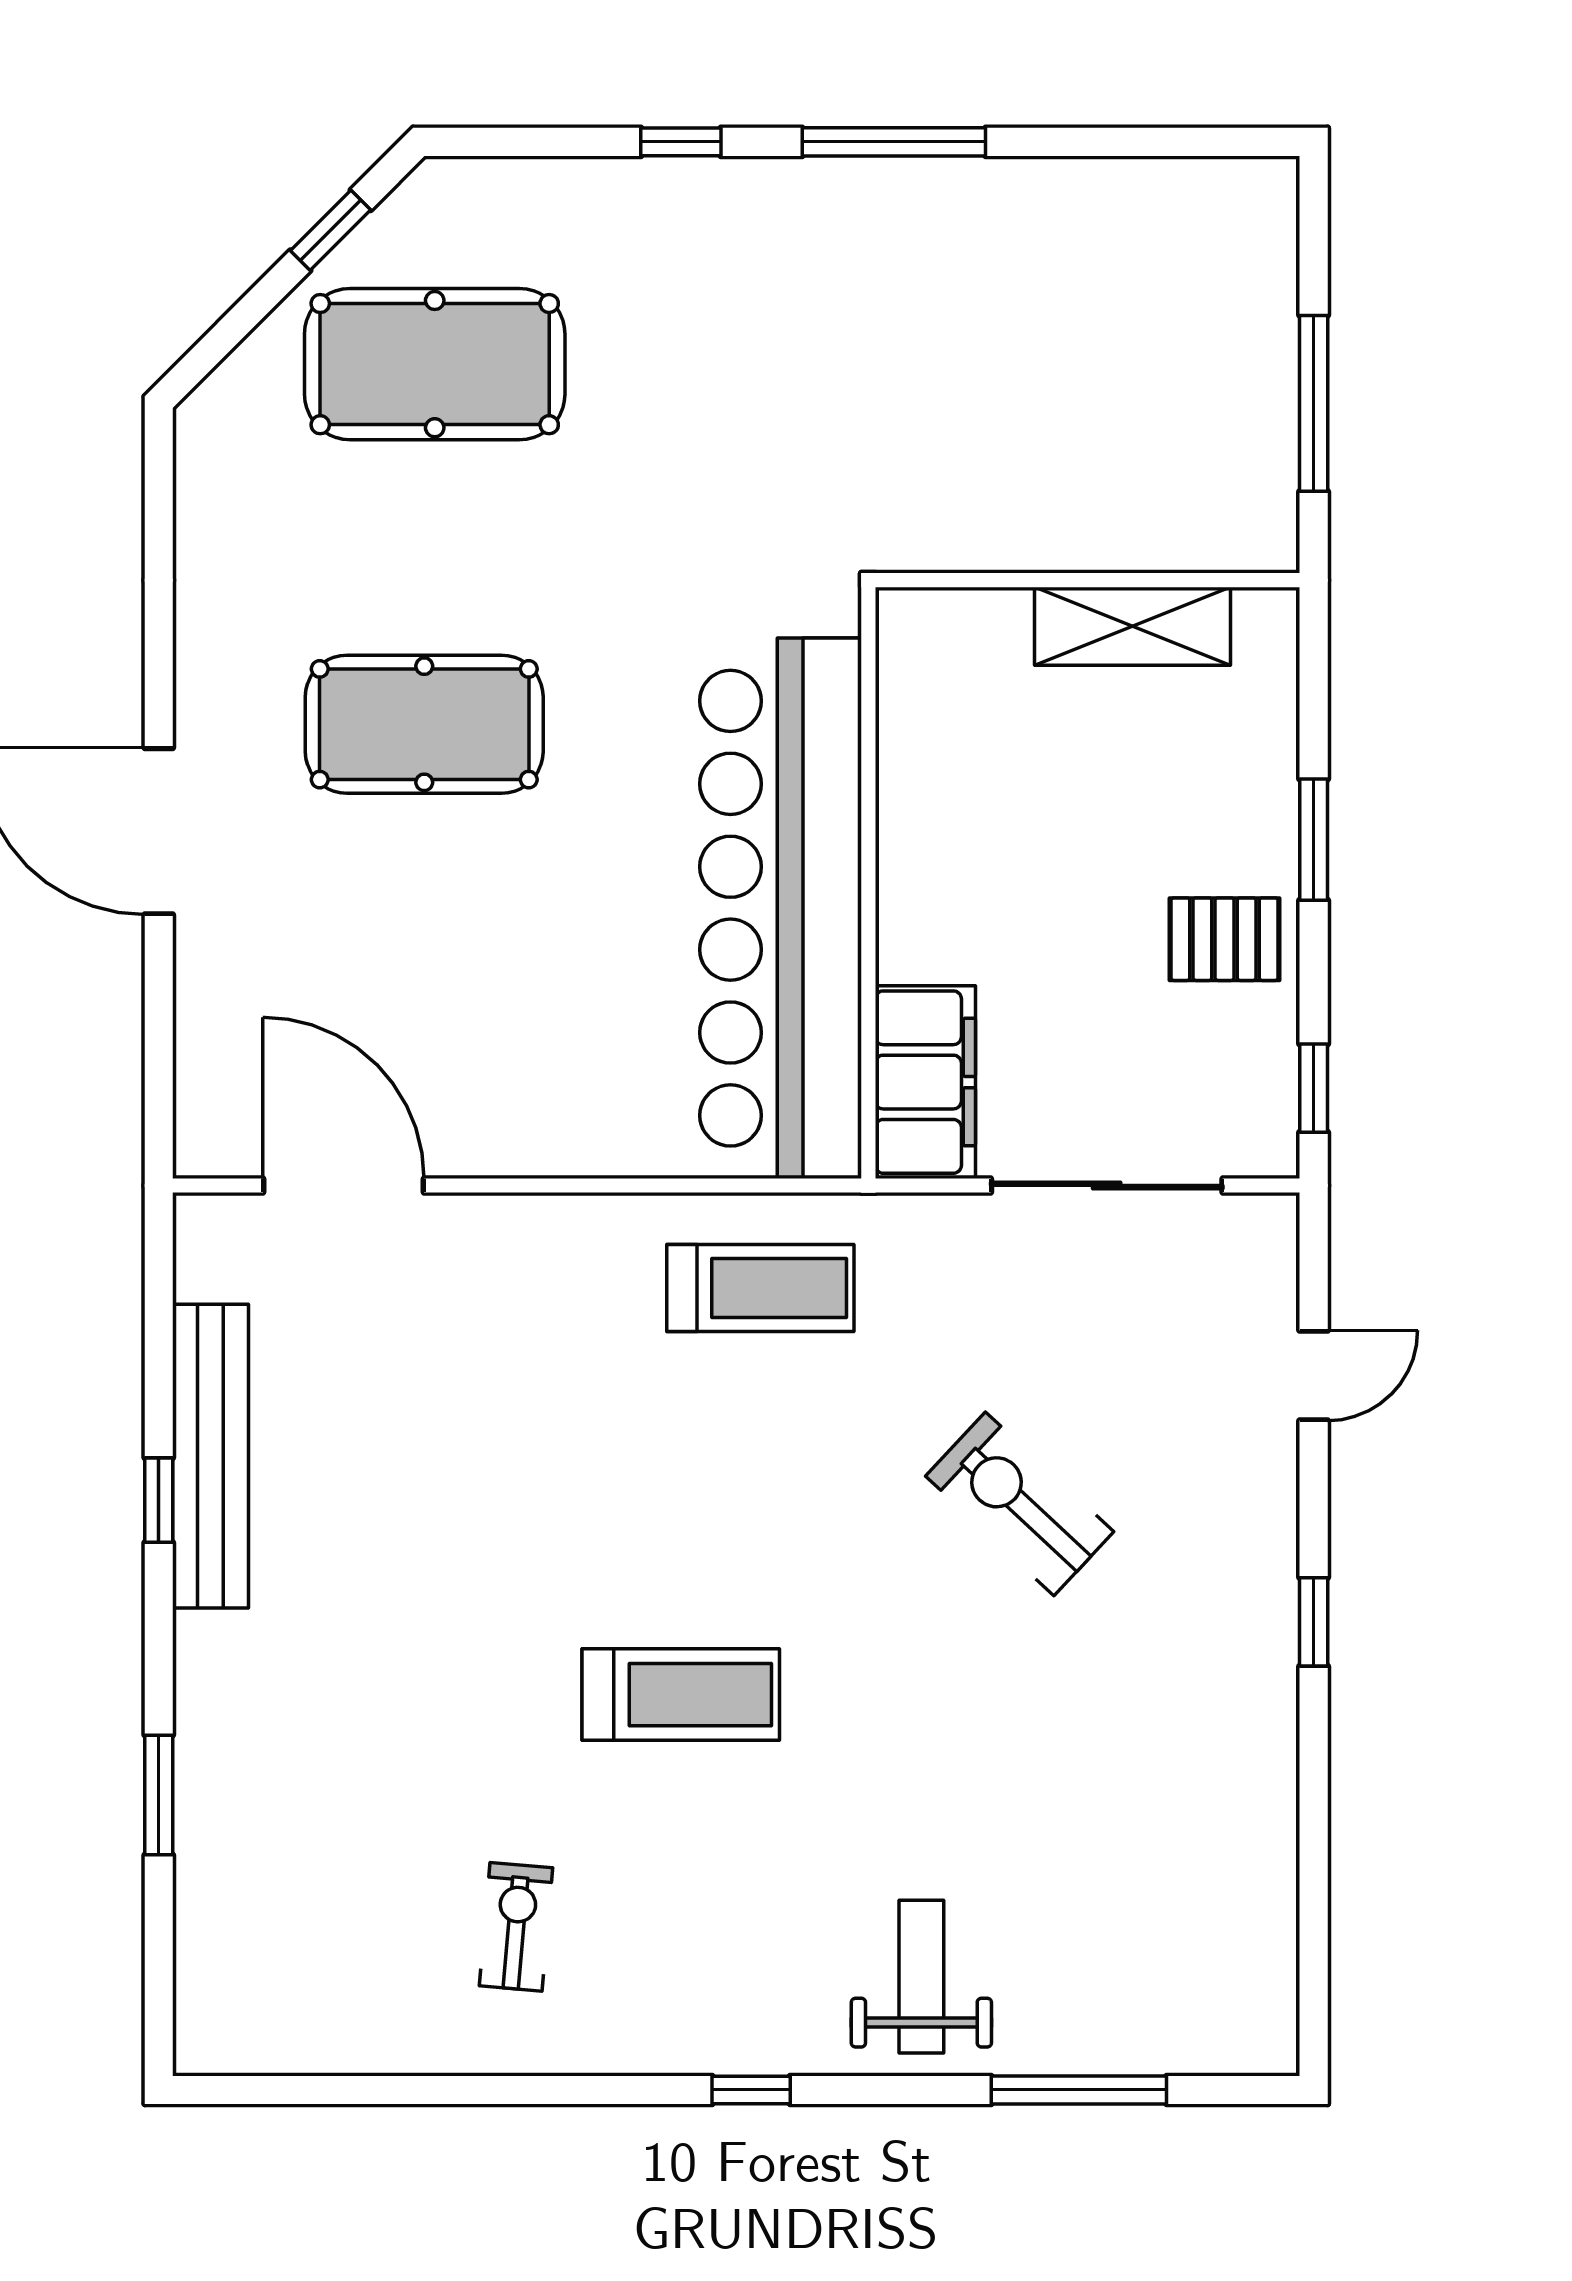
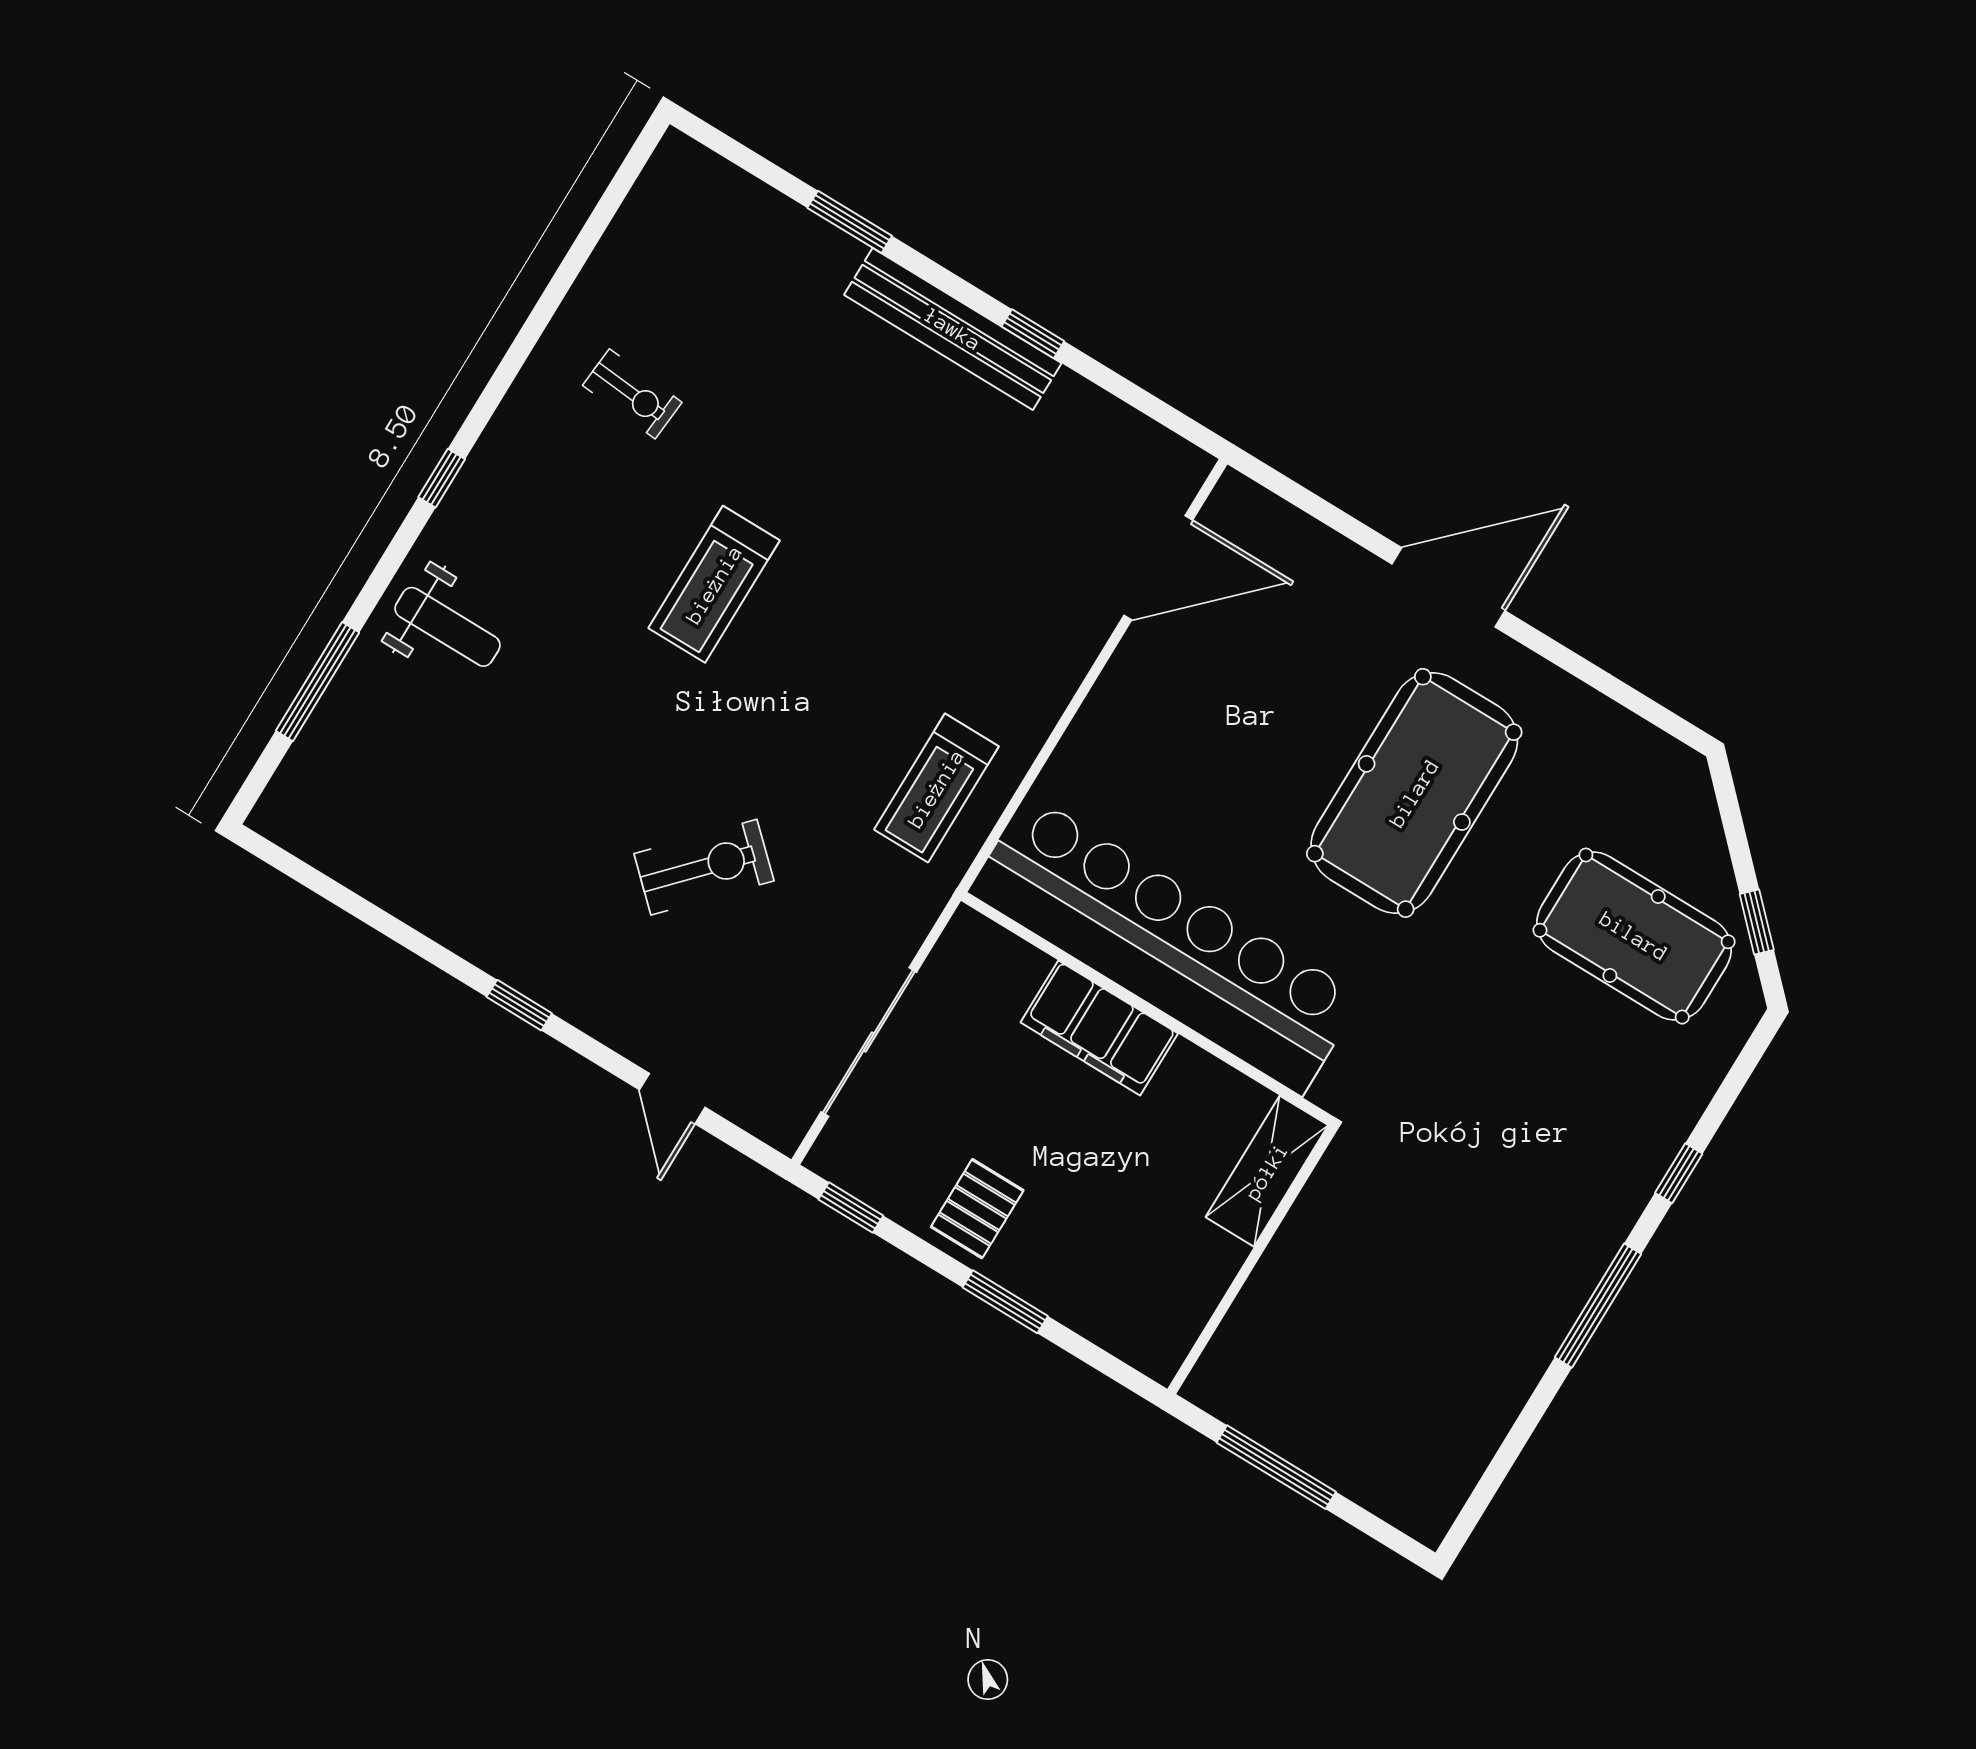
pool table: (435, 364) -> (1634, 936), turned 90
shelving: (1132, 626) -> (1267, 1171), moved
pool table: (424, 724) -> (1414, 793), width x1.36, depth x1.32
filing cabinet: (925, 1082) -> (1099, 1028), moved
bench: (210, 1456) -> (953, 329), moved

